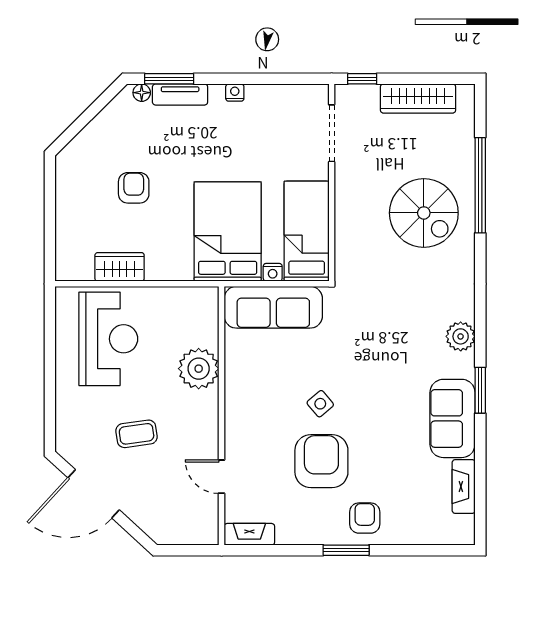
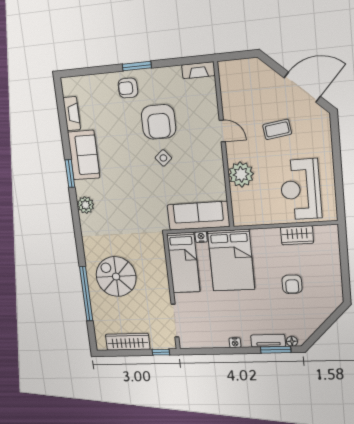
door: (222, 477) -> (222, 131), moved
armchair: (365, 518) -> (128, 88), turned 90

